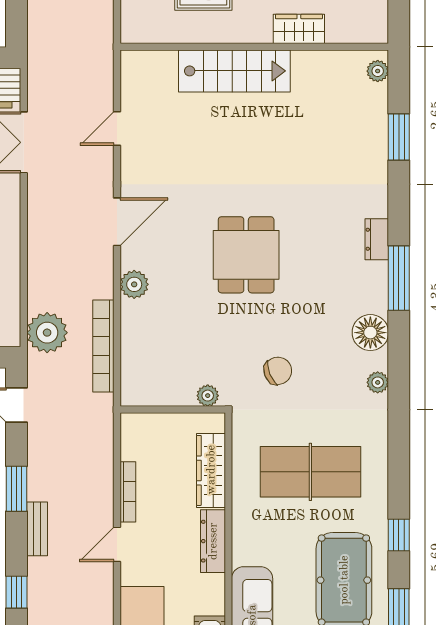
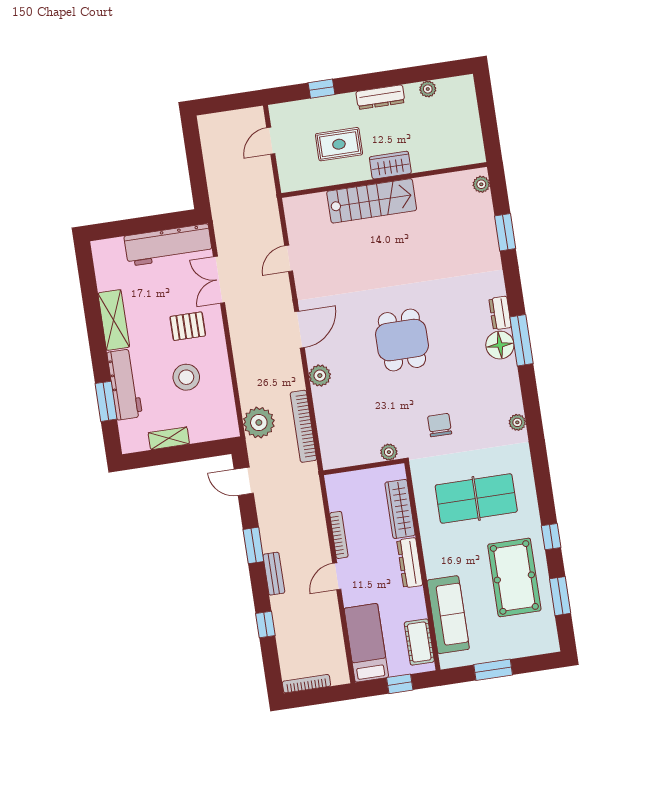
wardrobe: (299, 29) -> (390, 165), moved
floor lamp: (370, 333) -> (500, 345), moved
chair: (278, 371) -> (440, 425), turned -68

